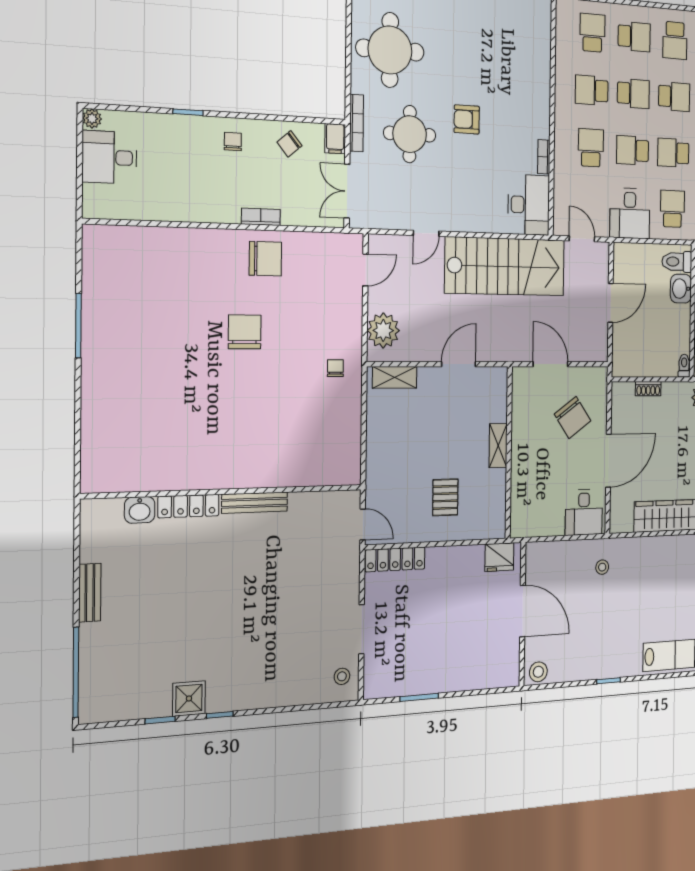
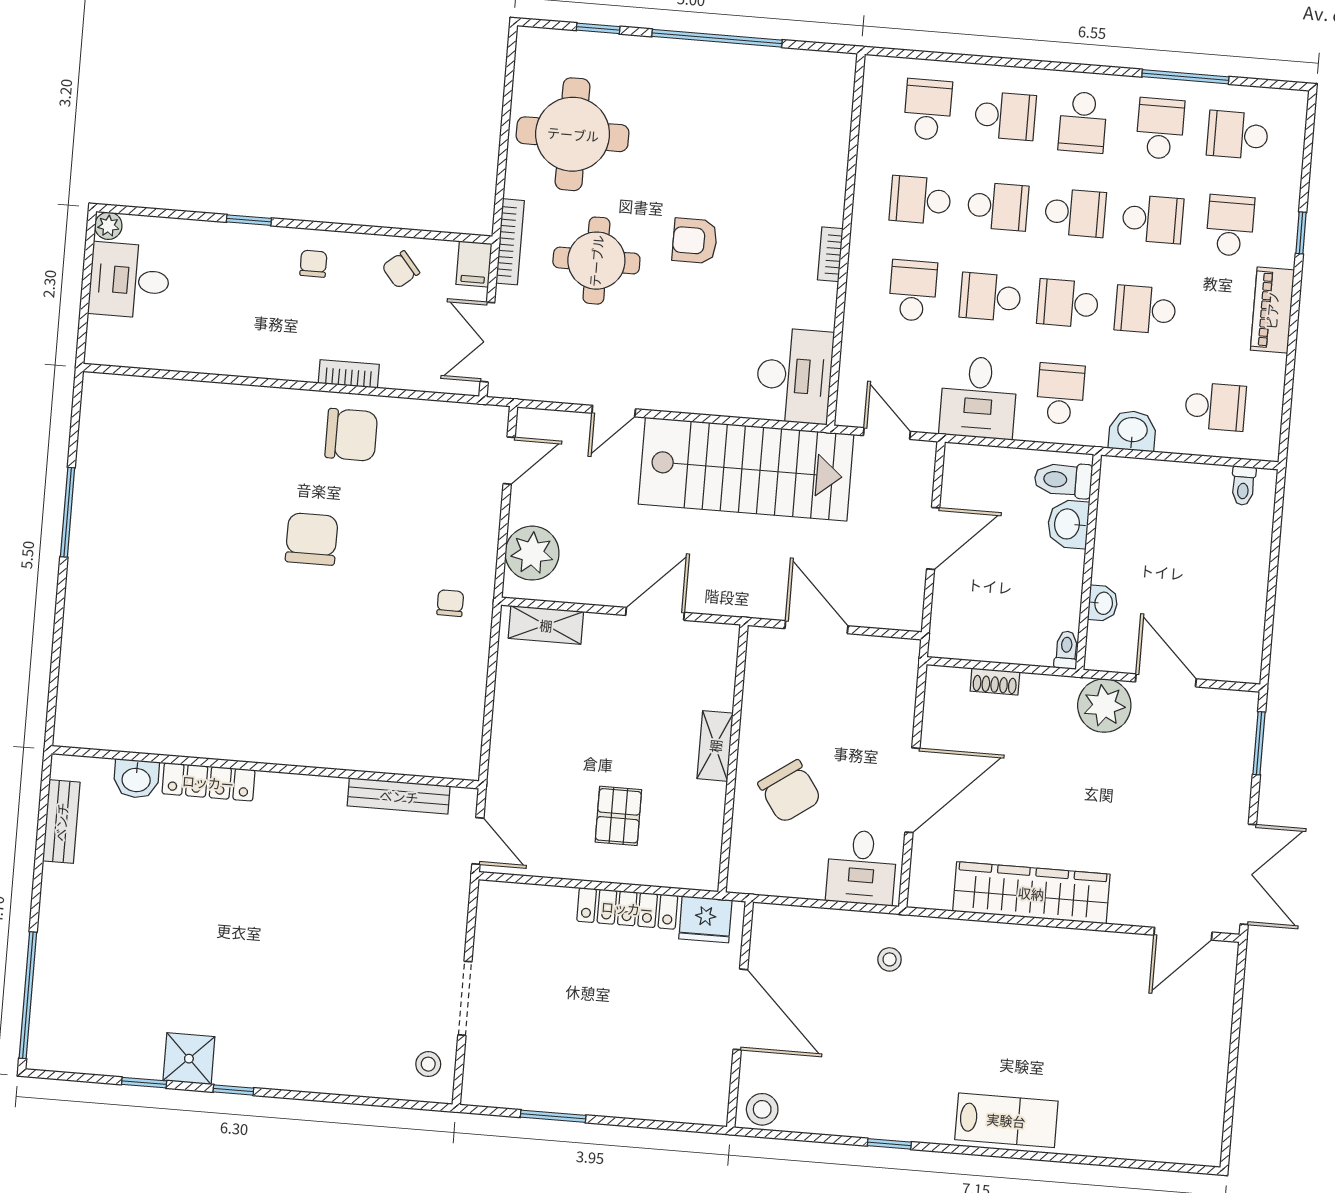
bookcase: (544, 157) -> (830, 254), moved
chair: (573, 417) -> (790, 792), moved
bench: (255, 503) -> (399, 796), moved
locker: (395, 559) -> (627, 908), moved
bench: (90, 593) -> (61, 822), moved

